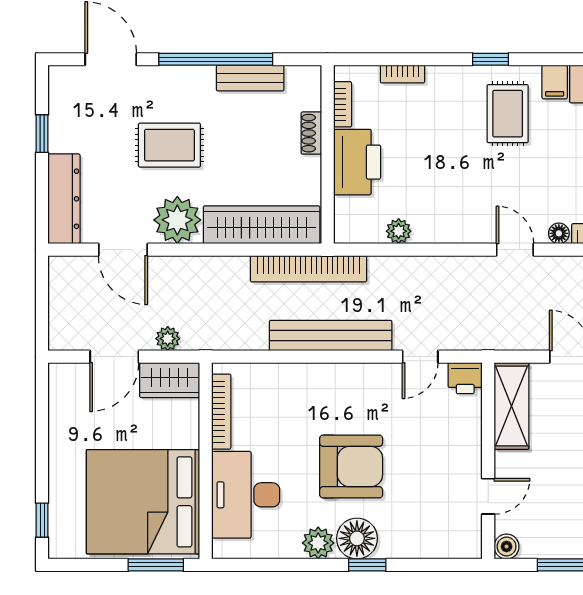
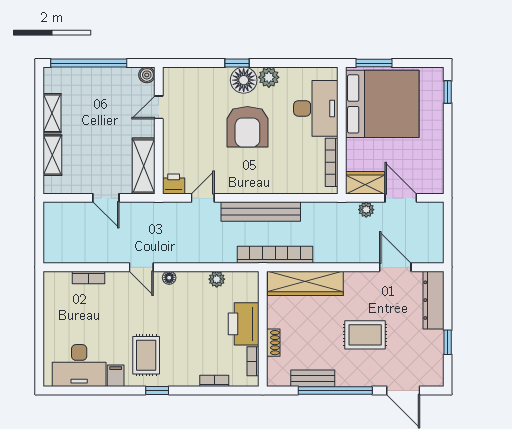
plant: (177, 220) -> (360, 286), removed
floor lamp: (559, 233) -> (169, 278), moved
door: (114, 357) -> (401, 198), hinge flipped
armchair: (351, 467) -> (247, 127), turned -90

